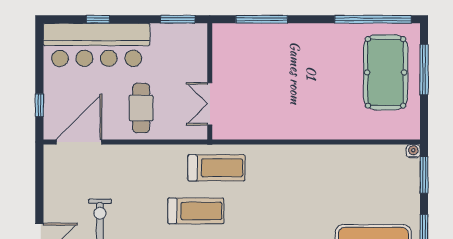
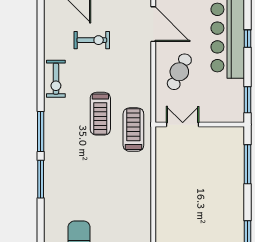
cafe table: (141, 108) -> (179, 72), turned -65
treadmill: (216, 168) -> (133, 130), turned 180

